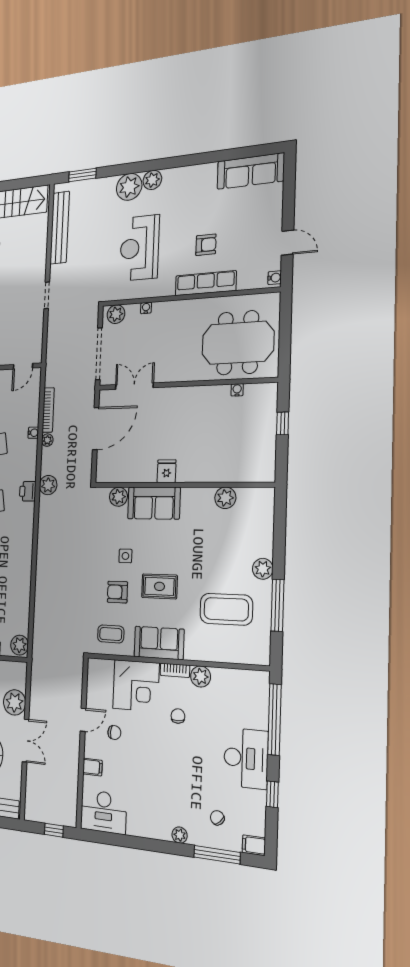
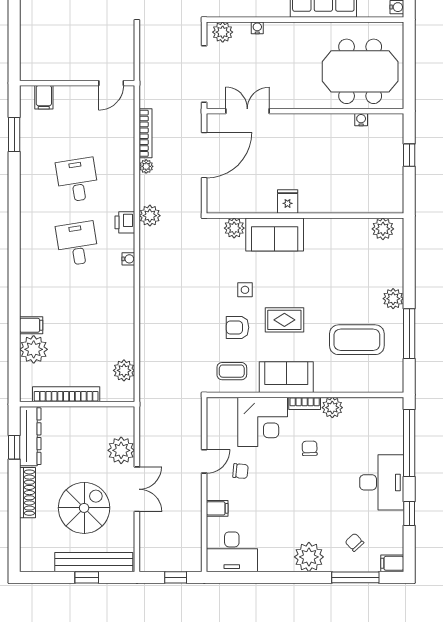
water cooler: (33, 433) -> (128, 259), moved
plant: (225, 498) -> (383, 229), moved
plant: (20, 645) -> (124, 370), moved
plant: (180, 835) -> (309, 557), width x1.88, depth x1.88

